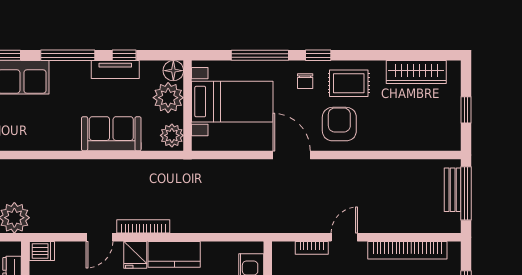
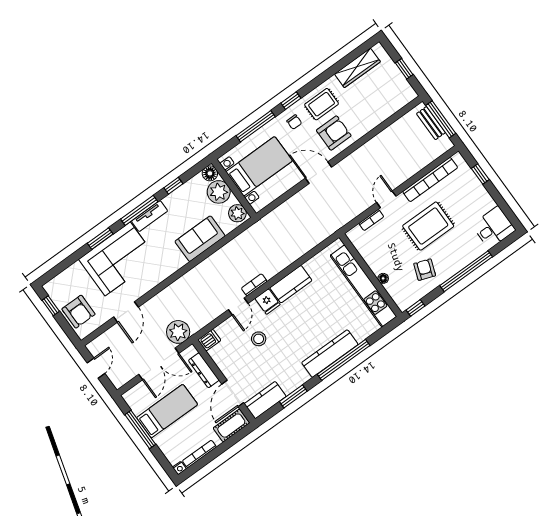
tv unit: (115, 70) -> (150, 216), moved
armchair: (339, 124) -> (334, 133), turned 90
bookcase: (143, 226) -> (254, 285), width x0.64

